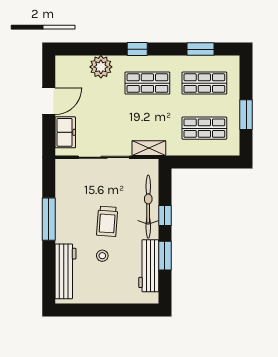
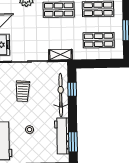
window: (165, 216) -> (72, 89), moved
trolley: (107, 221) -> (23, 91), moved
window: (165, 256) -> (73, 142), moved

